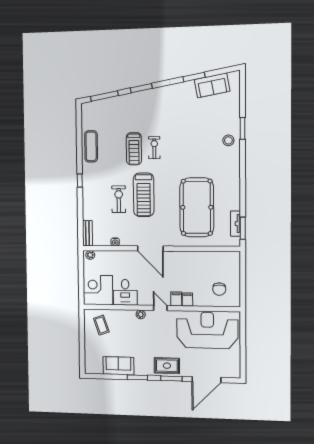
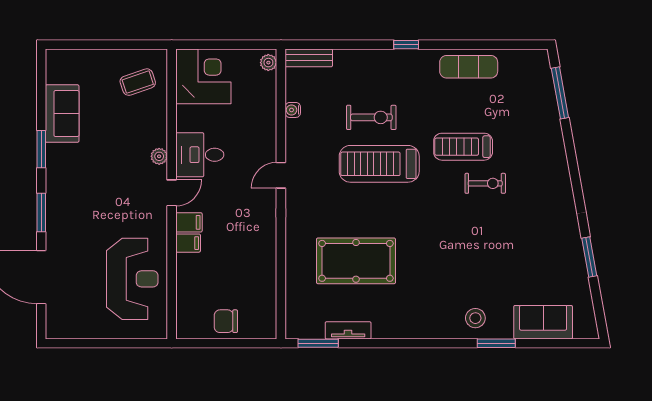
sofa: (212, 85) -> (543, 322), moved, turned 100
window: (141, 88) -> (572, 161), removed
exercise bike: (154, 148) -> (485, 183), moved
pool table: (197, 207) -> (356, 261), width x0.73, depth x0.76
tv unit: (235, 224) -> (348, 330), moved
door: (150, 248) -> (281, 175), width x0.53
chair: (219, 289) -> (226, 321), moved
desk: (125, 292) -> (200, 155), moved
reception desk: (207, 330) -> (132, 279), width x0.74, depth x0.77
rug: (167, 366) -> (65, 204), removed

